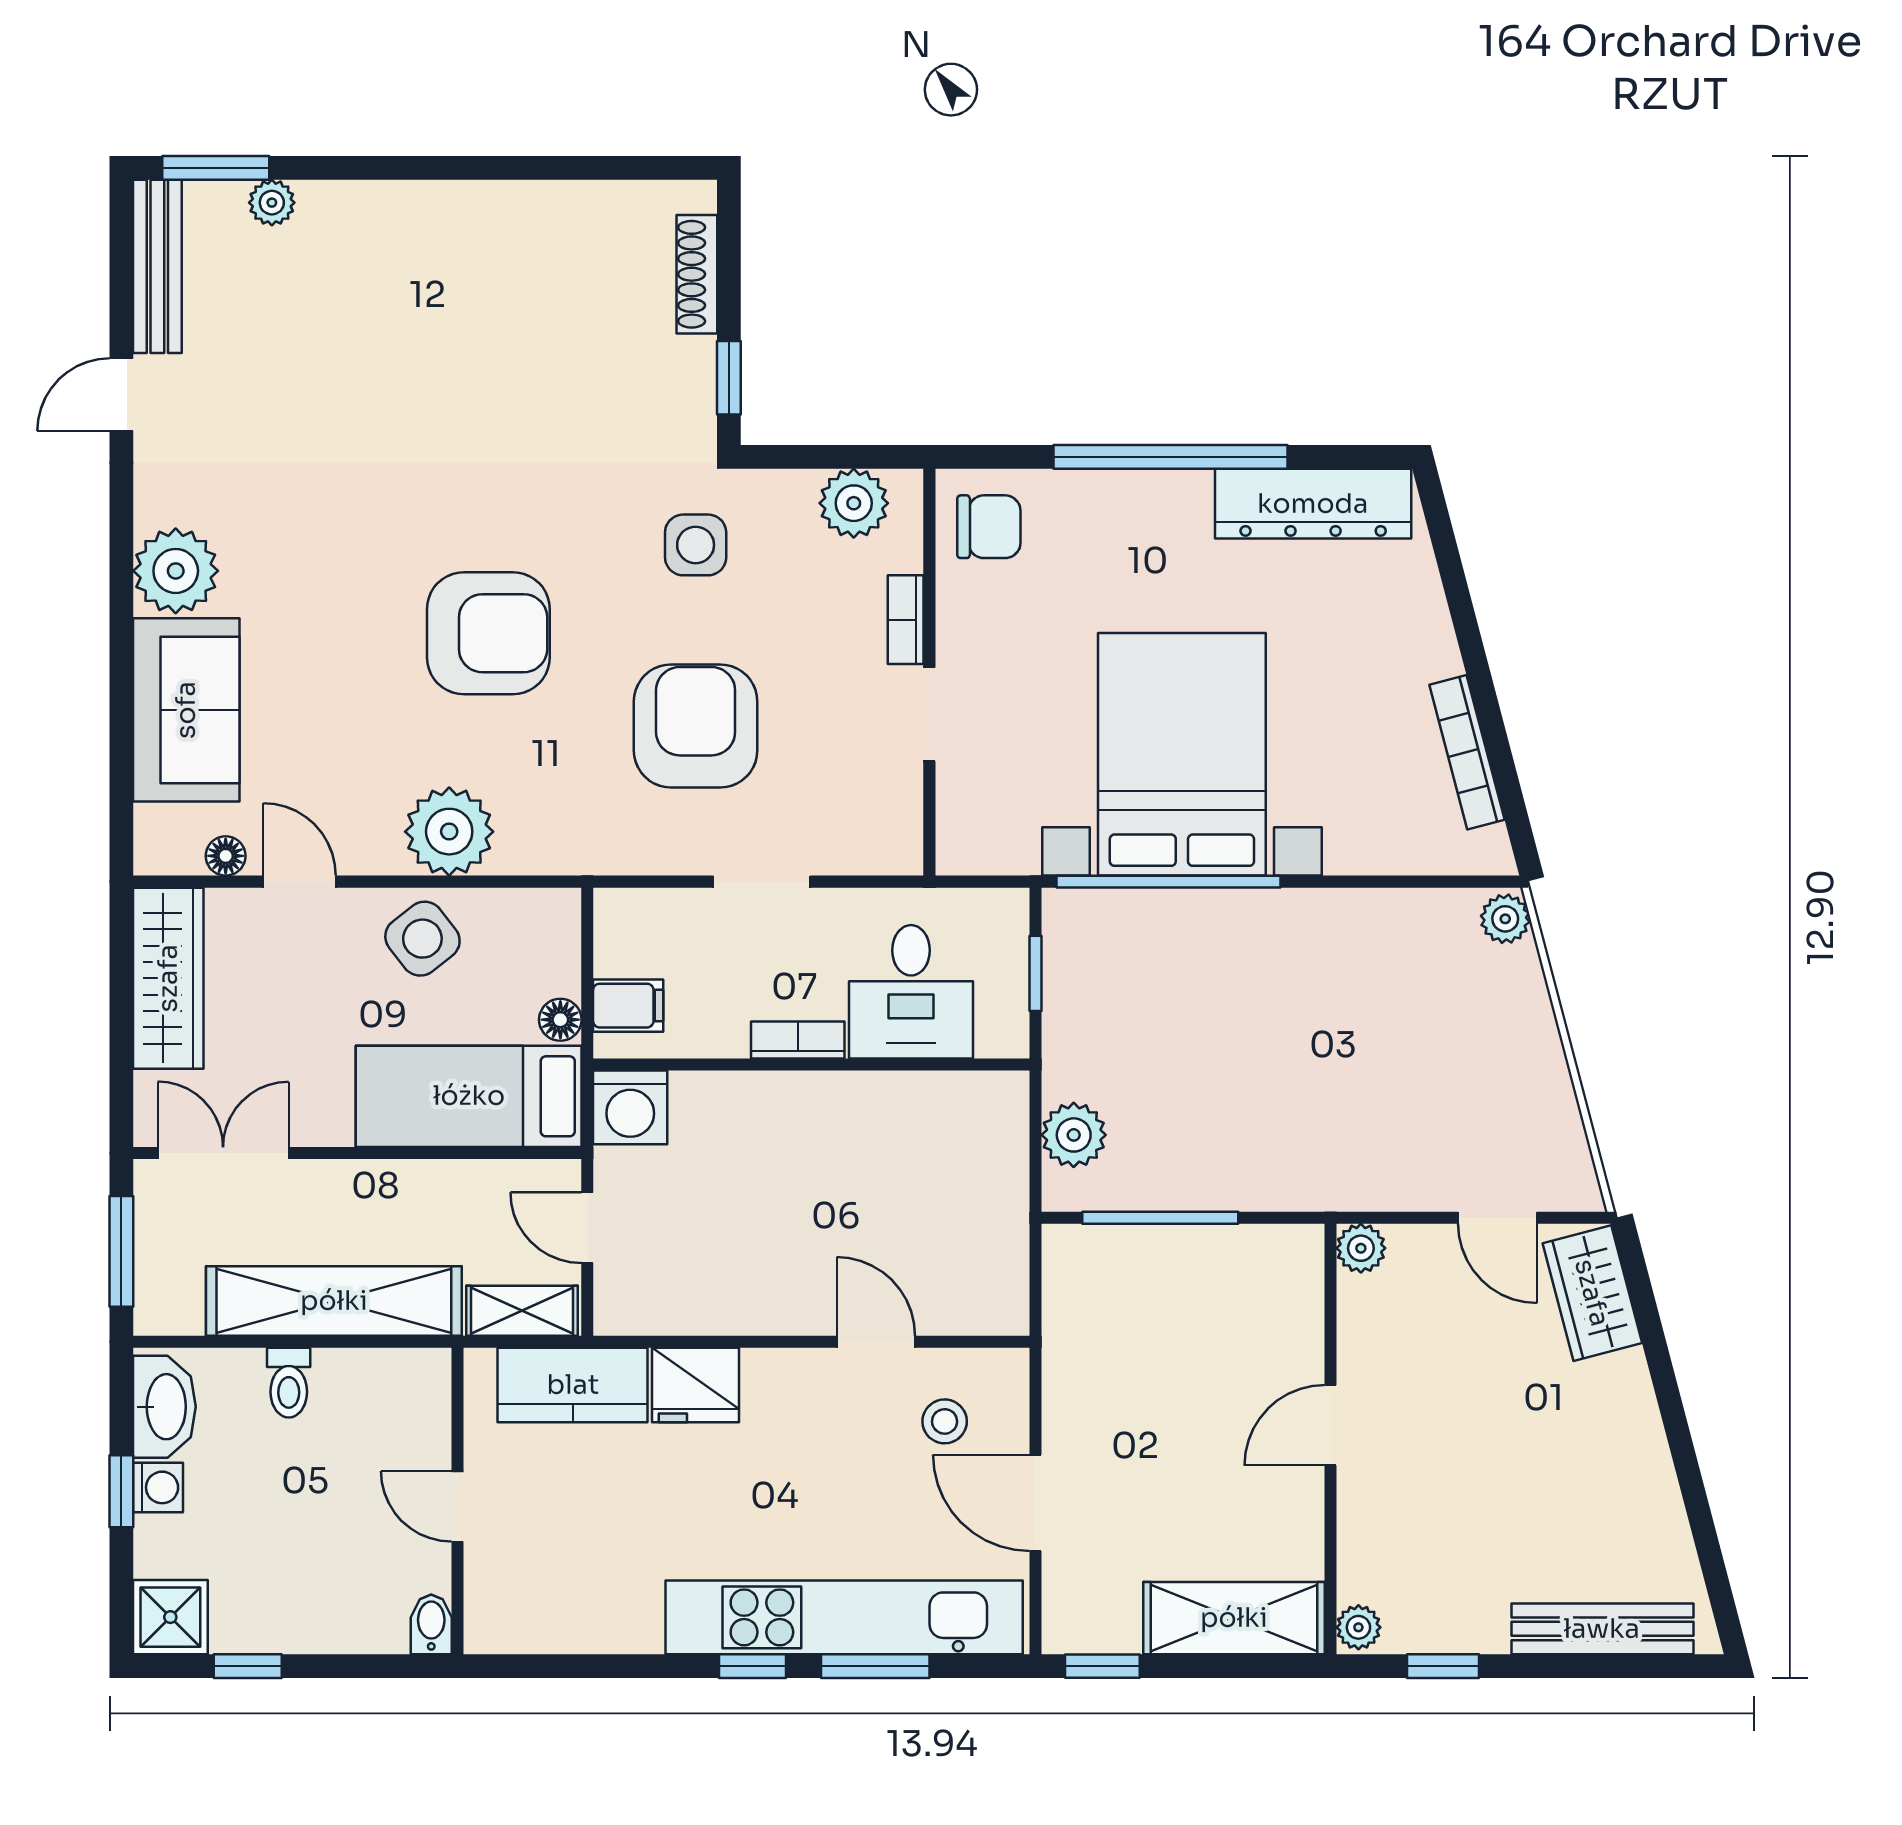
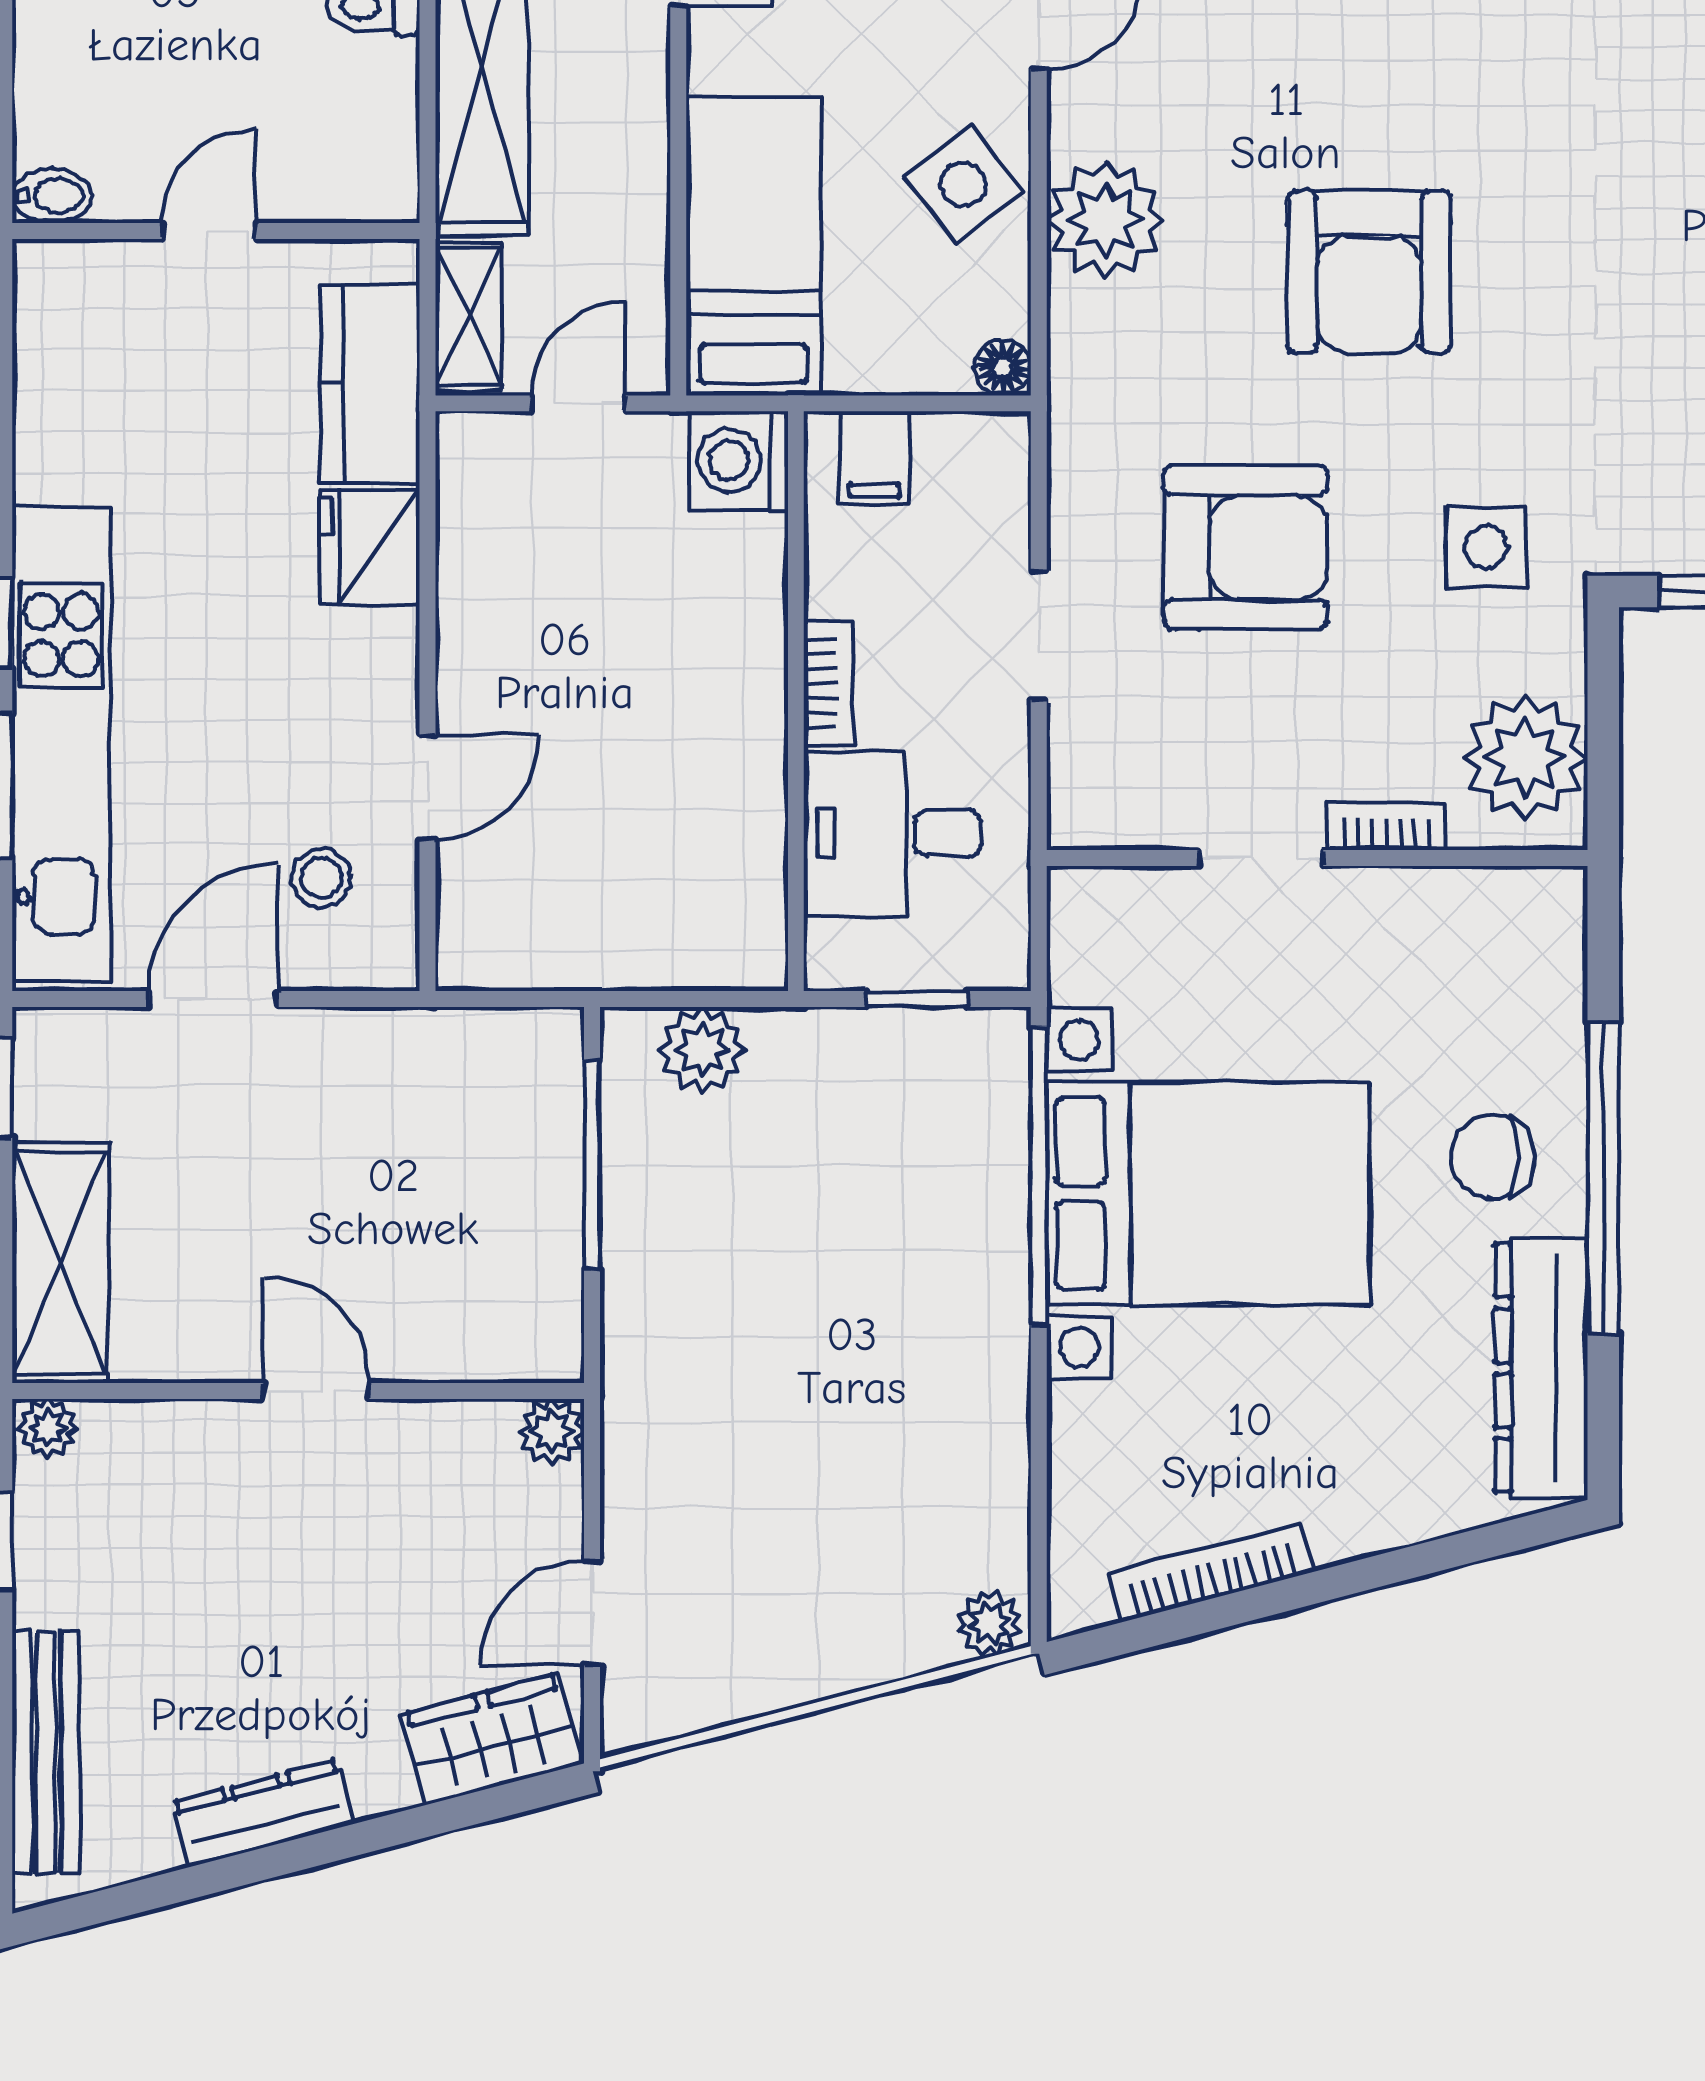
plant: (854, 503) -> (1525, 757), width x1.36, depth x1.36
chair: (989, 527) -> (1493, 1157), moved, turned 90
floor lamp: (560, 1020) -> (1003, 367), moved
dresser: (1648, 1465) -> (263, 1813), added

